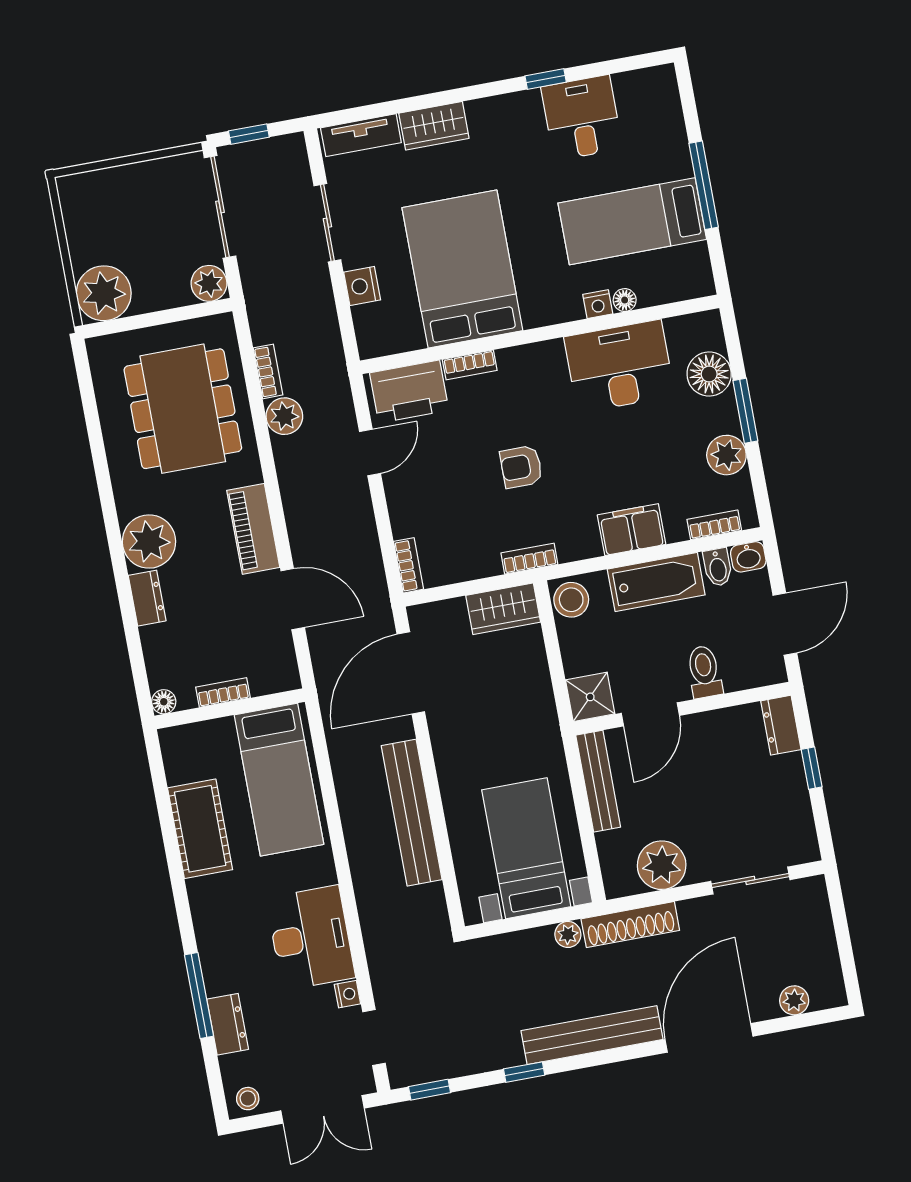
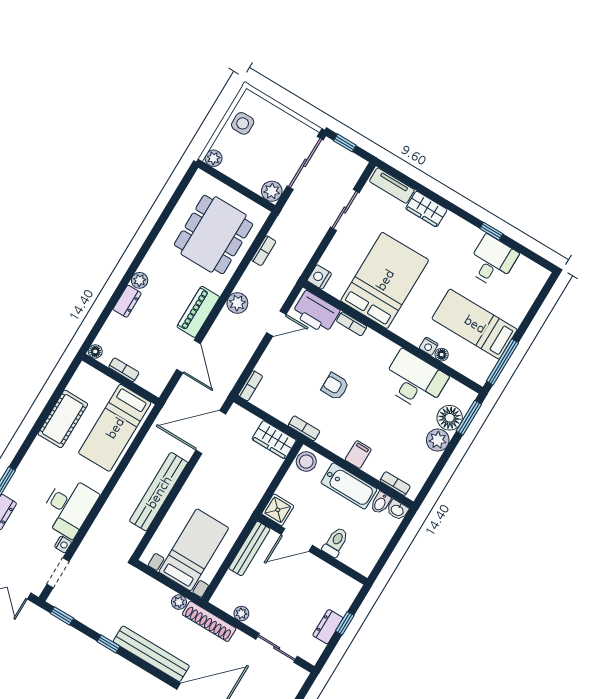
window: (704, 185) -> (502, 362), moved
side table: (91, 228) -> (243, 123), added
nightstand: (362, 286) -> (319, 277), moved
plant: (104, 293) -> (214, 158), width x0.53, depth x0.53
window: (745, 411) -> (469, 418), moved
plant: (284, 416) -> (237, 303), moved
plant: (726, 455) -> (438, 440), moved
filing cabinet: (632, 530) -> (358, 454), width x0.50
plant: (149, 542) -> (140, 280), width x0.53, depth x0.53
door: (785, 624) -> (388, 552), removed
dresser: (781, 725) -> (328, 627), moved
plant: (662, 865) -> (241, 614), width x0.53, depth x0.53

